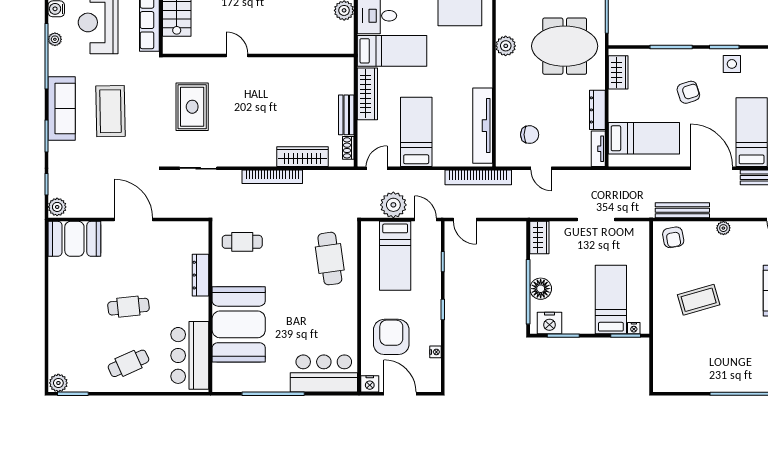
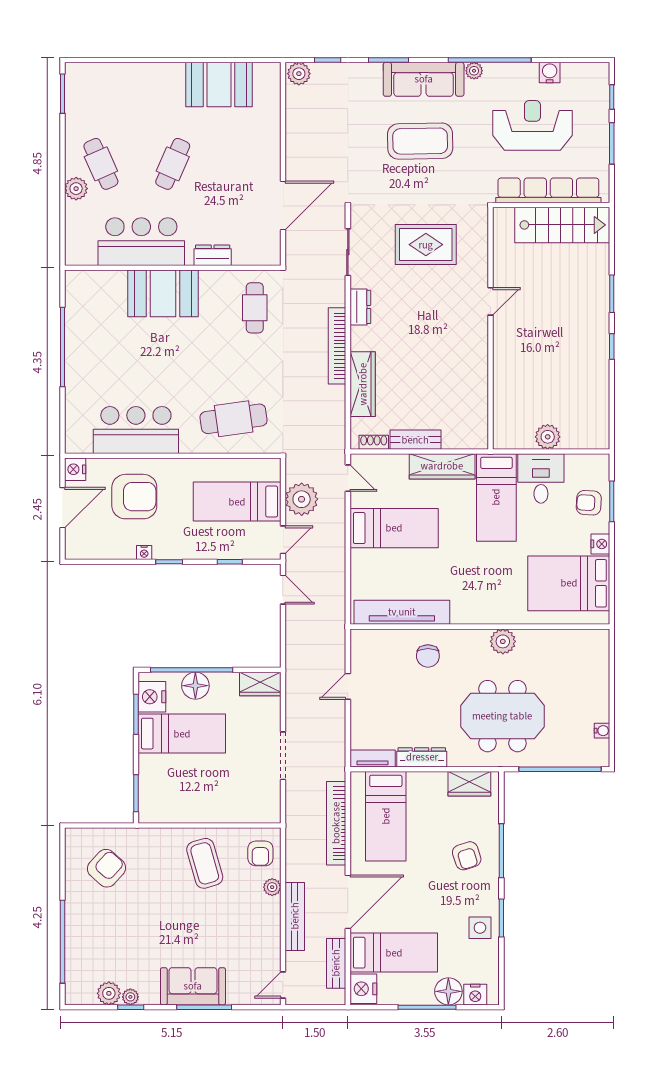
plant: (55, 39) -> (474, 71), moved
meeting table: (565, 46) -> (502, 716), turned 90
armchair: (688, 92) -> (467, 856), moved
chair: (530, 135) -> (428, 656), moved
dresser: (241, 158) -> (360, 307), added
bookcase: (478, 177) -> (336, 823), moved
bench: (682, 210) -> (295, 916), moved
door: (133, 220) -> (283, 205), moved
door: (465, 220) -> (283, 590), swing flipped
plant: (723, 228) -> (272, 887), moved
armchair: (673, 237) -> (260, 853), turned -80
booth: (74, 239) -> (219, 85), moved, turned 90
dresser: (201, 275) -> (213, 255), width x0.70
bed: (611, 300) -> (182, 734), moved
coffee table: (699, 300) -> (205, 863), moved
cafe table: (128, 307) -> (173, 164), turned 30
booth: (239, 324) -> (163, 293), width x0.73, depth x0.70
nightstand: (634, 328) -> (145, 804), removed
nightstand: (435, 352) -> (144, 552), moved
bar counter: (190, 355) -> (141, 242), moved
armchair: (685, 359) -> (106, 868), added
bar counter: (324, 373) -> (136, 430), moved, turned -90
plant: (58, 383) -> (76, 189), moved

